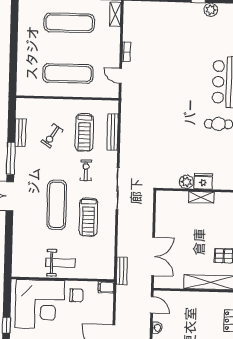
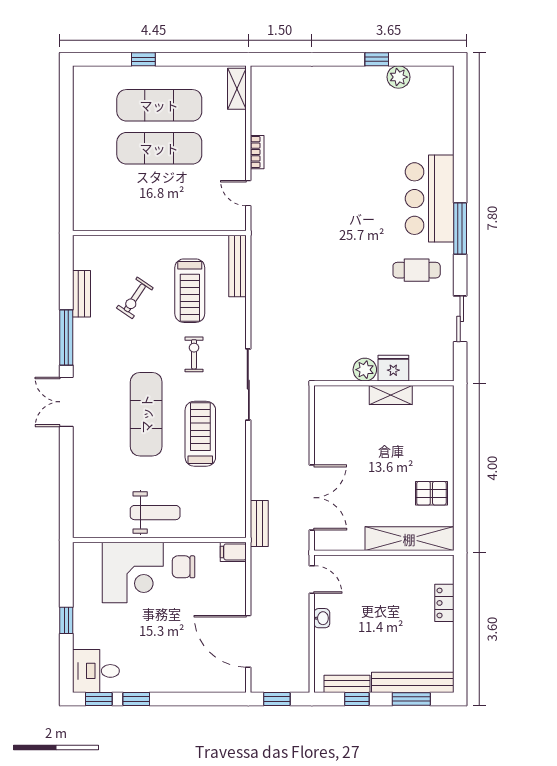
exercise mat: (68, 73) -> (159, 148), moved
bench: (113, 132) -> (238, 266), moved
treadmill: (88, 217) -> (200, 434), turned 180
chair: (76, 295) -> (183, 567), turned 180
corner desk: (40, 304) -> (133, 573), width x0.74, depth x0.74

